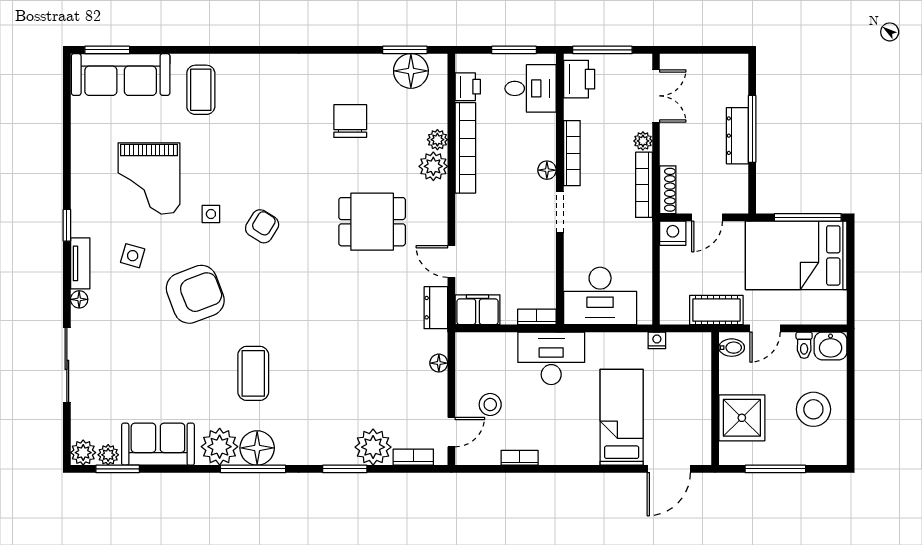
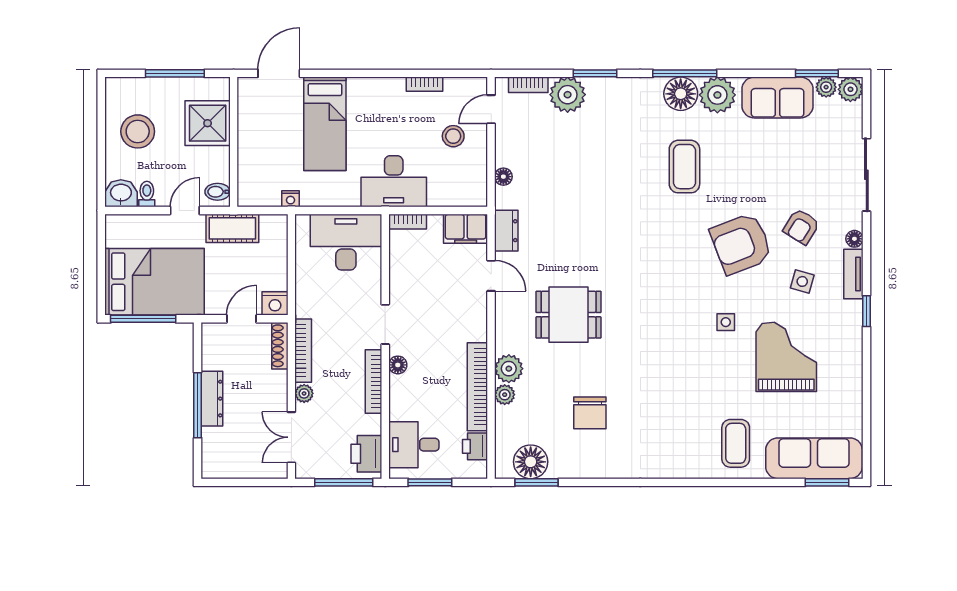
armchair: (262, 226) -> (801, 227), moved

